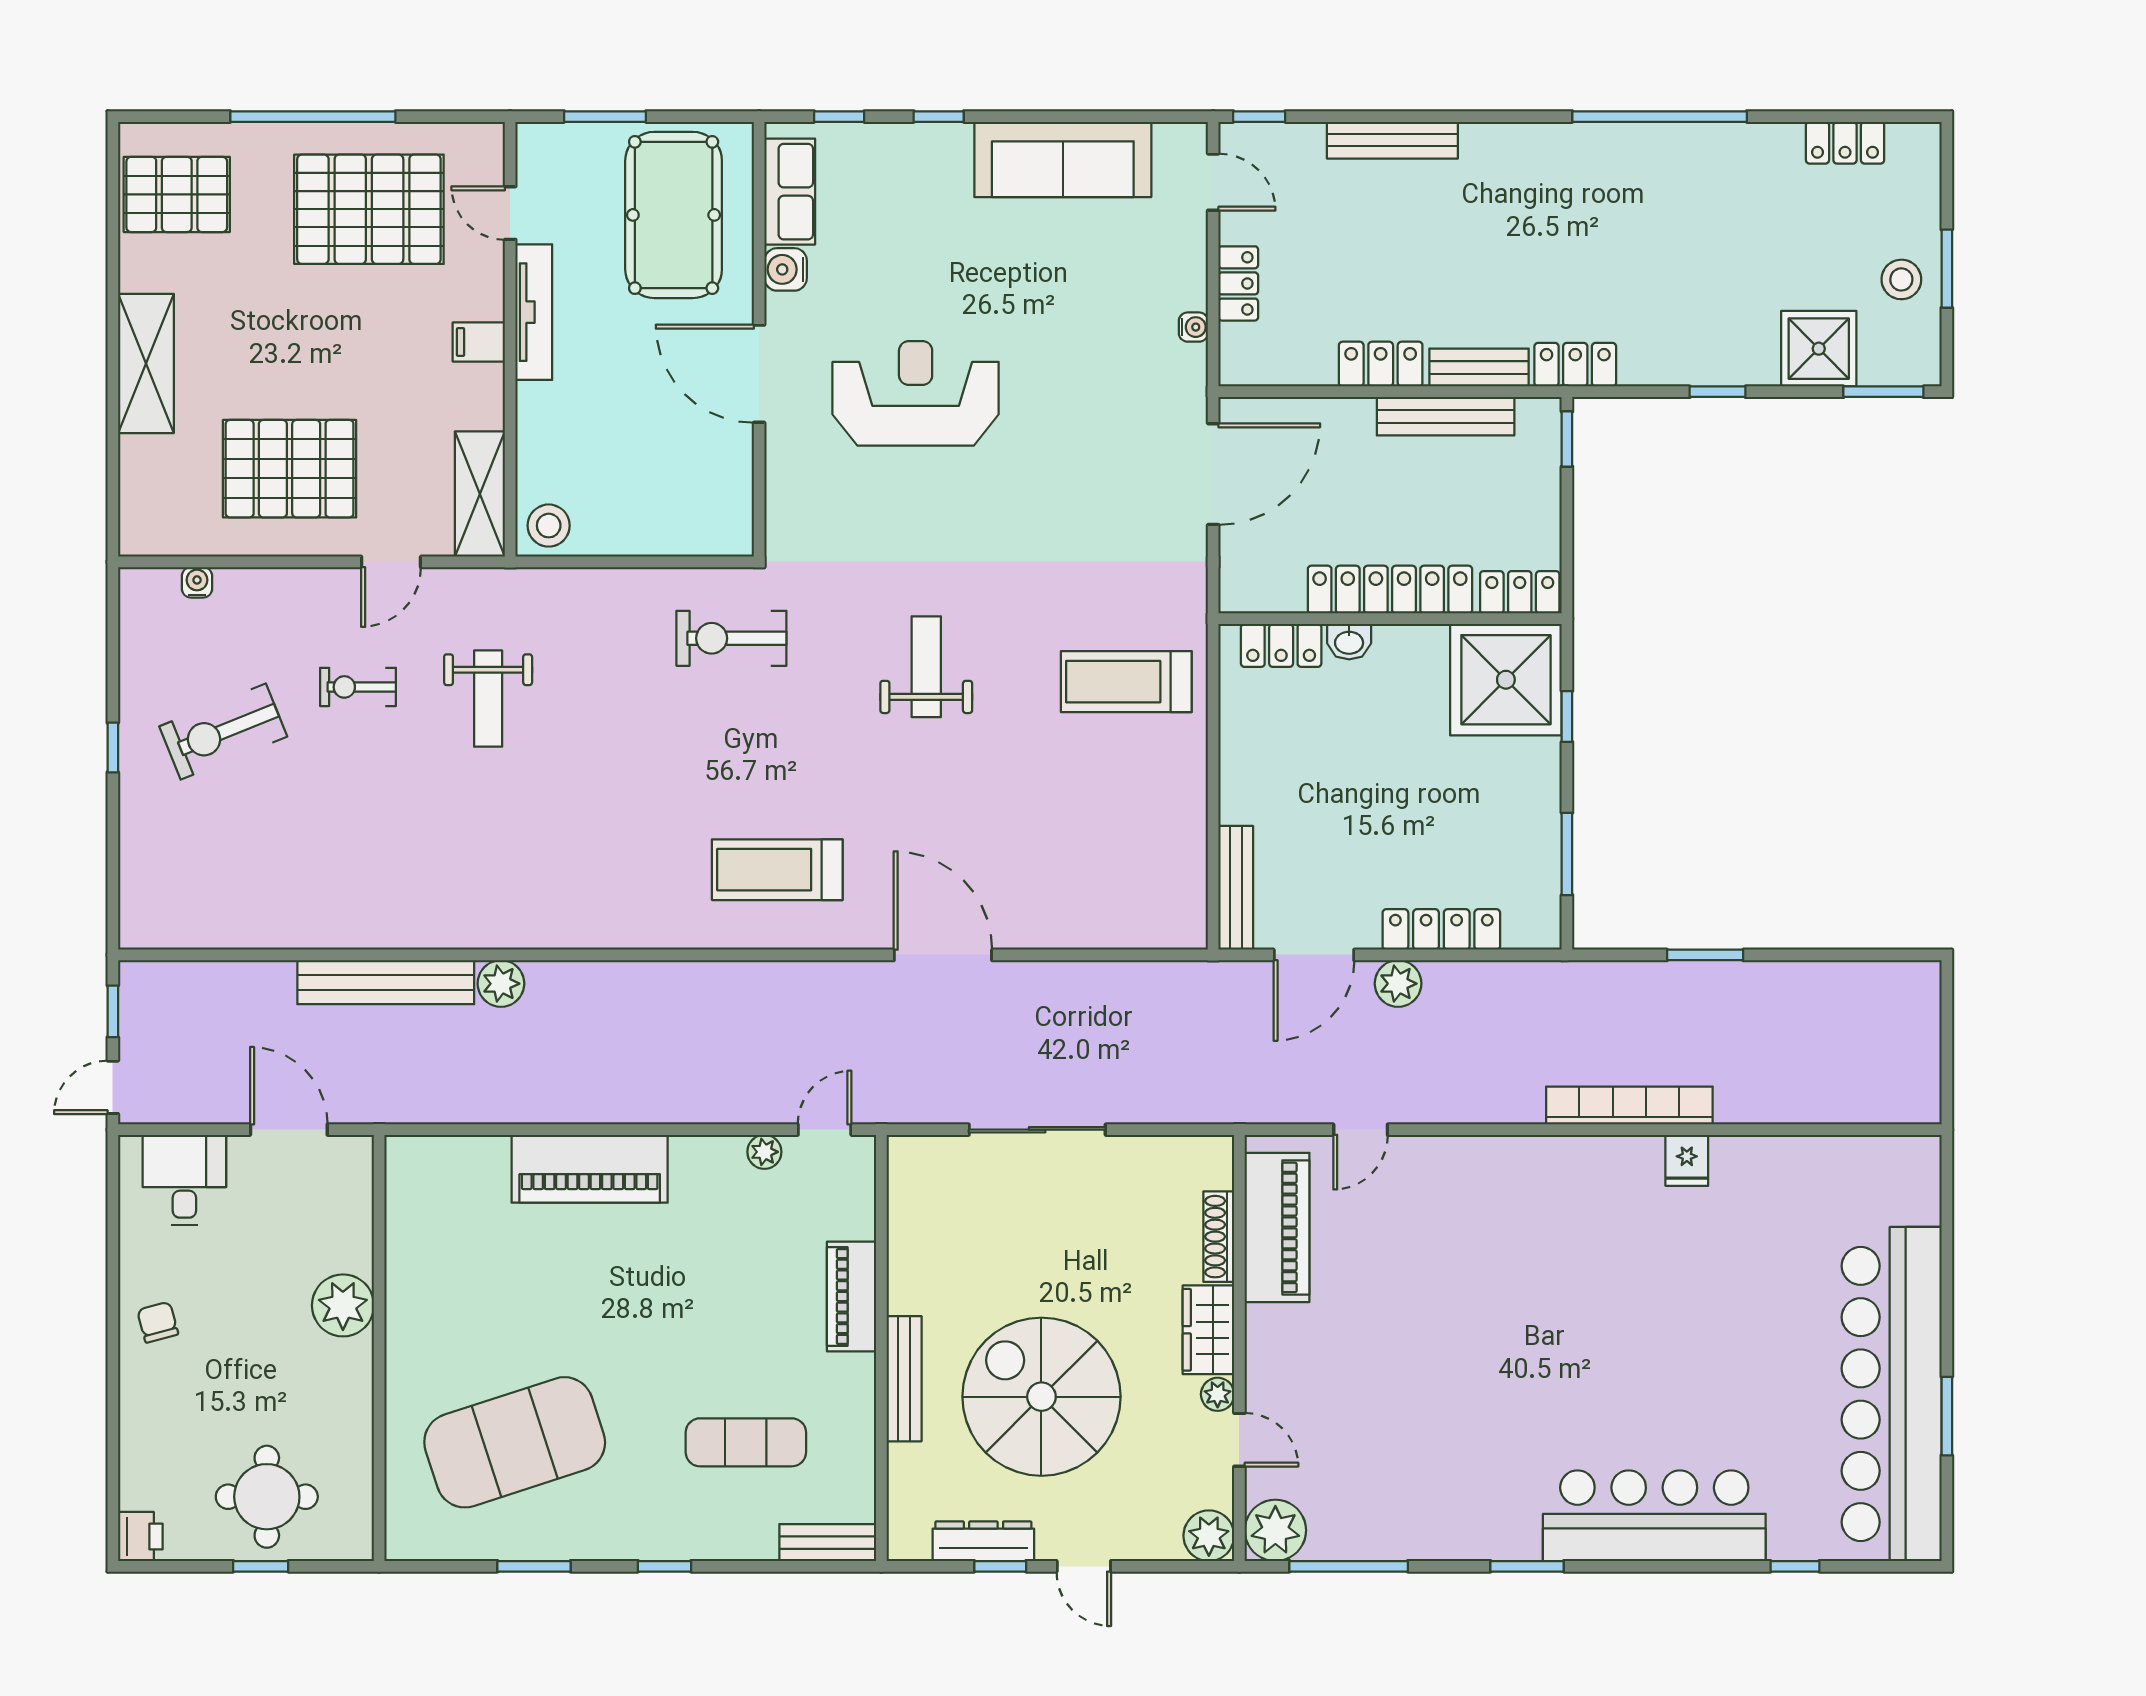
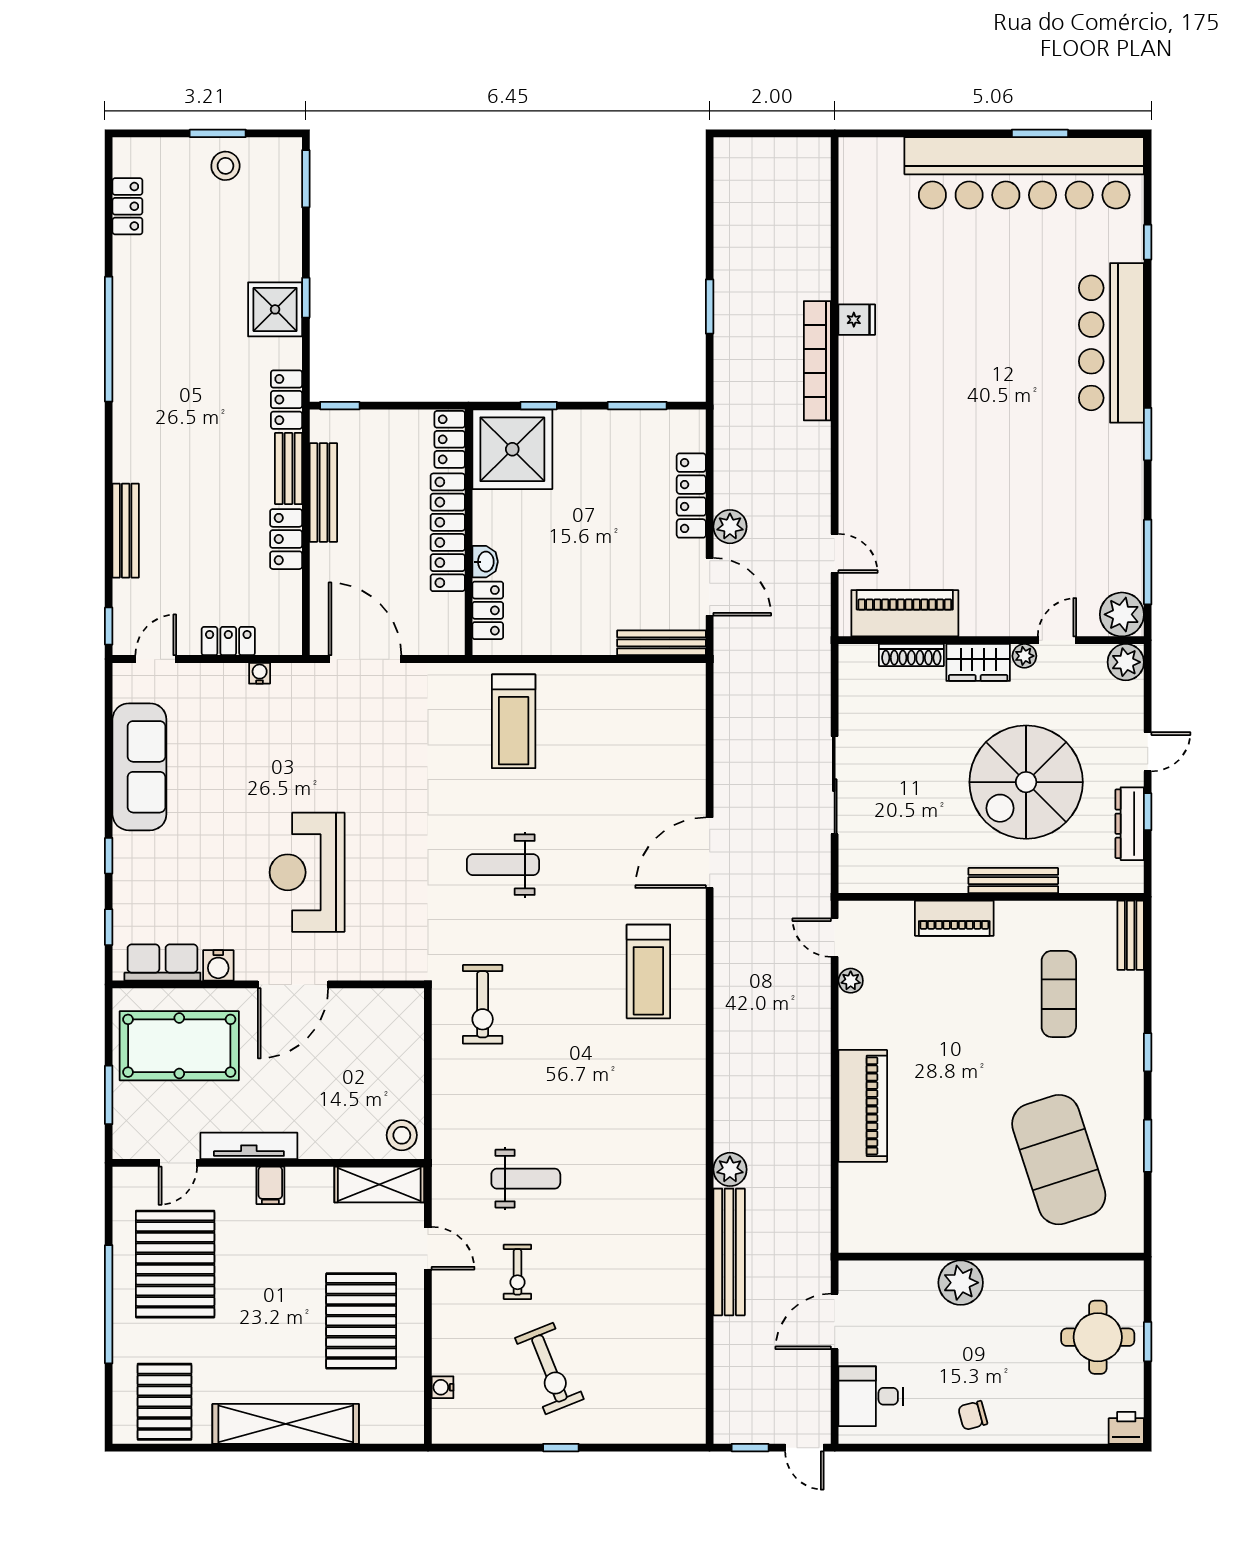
shower: (1819, 349) -> (275, 309), moved
shelving: (146, 364) -> (286, 1424), width x1.47

